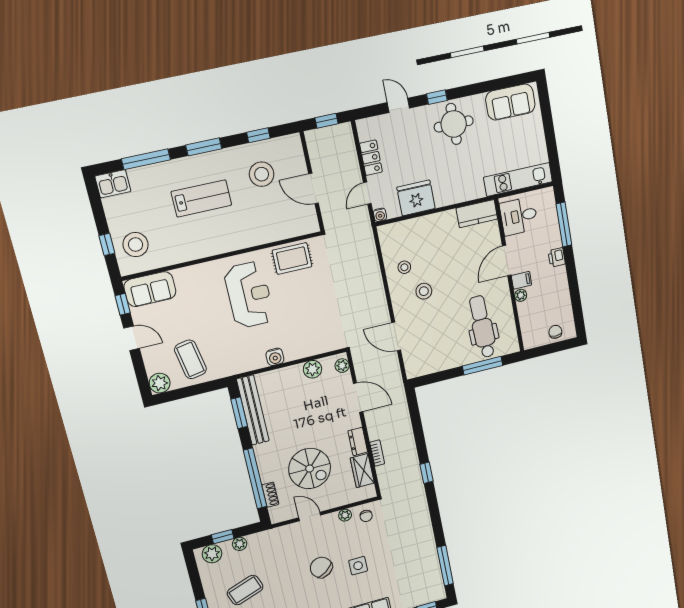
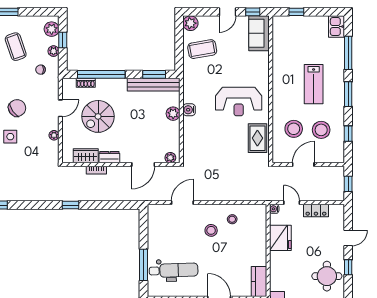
stool: (136, 245) -> (294, 129), moved
plant: (313, 369) -> (173, 114), moved
chair: (366, 516) -> (41, 70), moved

